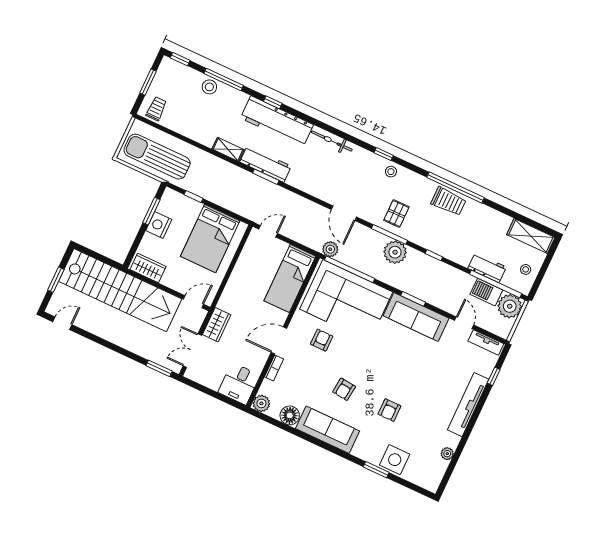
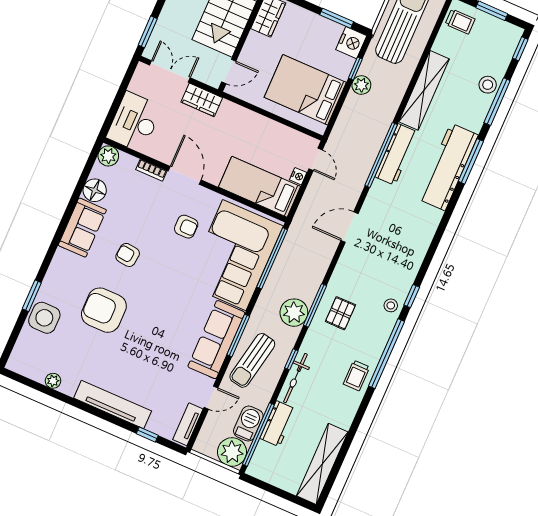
window: (273, 102) -> (471, 161), width x2.17
bicycle: (332, 141) -> (295, 378), moved, turned 180
shelving: (228, 149) -> (424, 90), width x2.20, depth x1.33
window: (266, 177) -> (381, 155), width x2.11
window: (456, 188) -> (386, 354), moved
trolley: (449, 201) -> (356, 375), width x0.73, depth x0.72
door: (344, 213) -> (349, 227), moved
pallet: (396, 214) -> (340, 313), turned 90
nightstand: (159, 225) -> (351, 43), moved, turned 90
shelving: (531, 236) -> (322, 464), width x1.47
nightstand: (282, 246) -> (298, 176), added
plant: (330, 249) -> (361, 85), moved
stool: (526, 269) -> (277, 470), removed
sun lounger: (434, 288) -> (252, 360), added
window: (413, 299) -> (238, 335), width x1.44
door: (194, 302) -> (229, 71), hinge flipped
desk: (239, 384) -> (134, 122), width x1.37
armchair: (389, 410) -> (104, 310), width x1.88, depth x1.88
sofa: (328, 430) -> (82, 228), width x0.73

